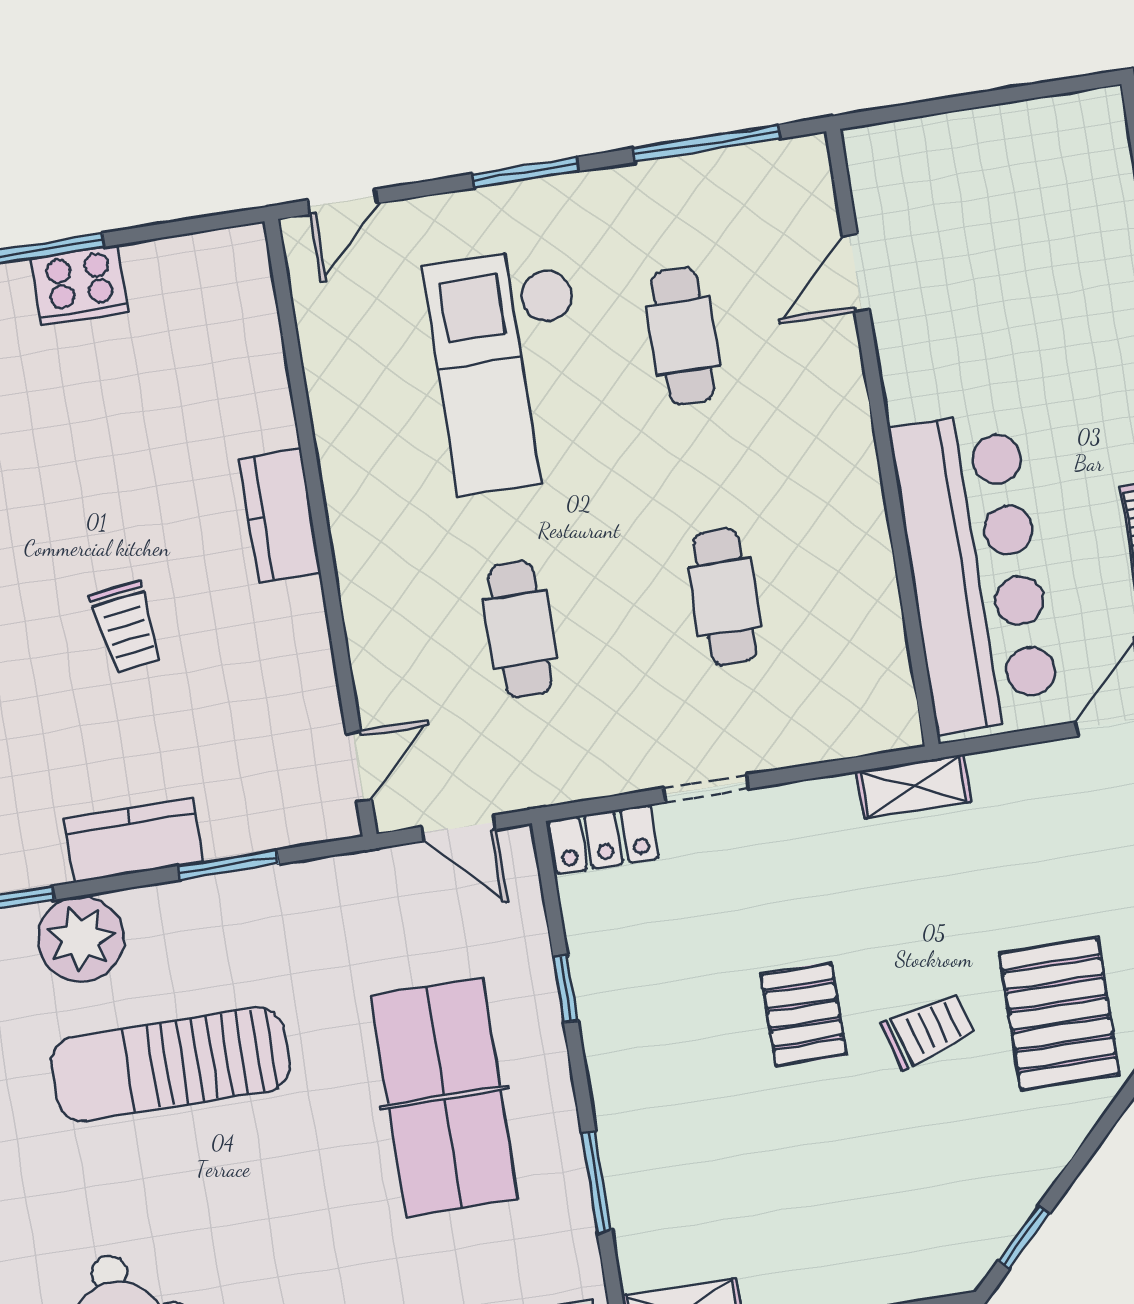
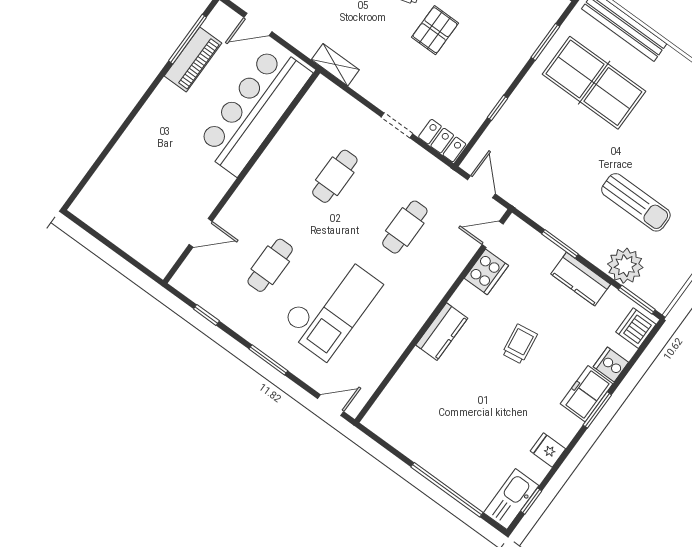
window: (707, 143) -> (206, 315), width x0.46
cooker: (80, 285) -> (486, 272), moved, turned 90
sun lounger: (170, 1064) -> (636, 202), width x0.73, depth x0.75
table tennis table: (444, 1097) -> (594, 83), moved, turned 90

